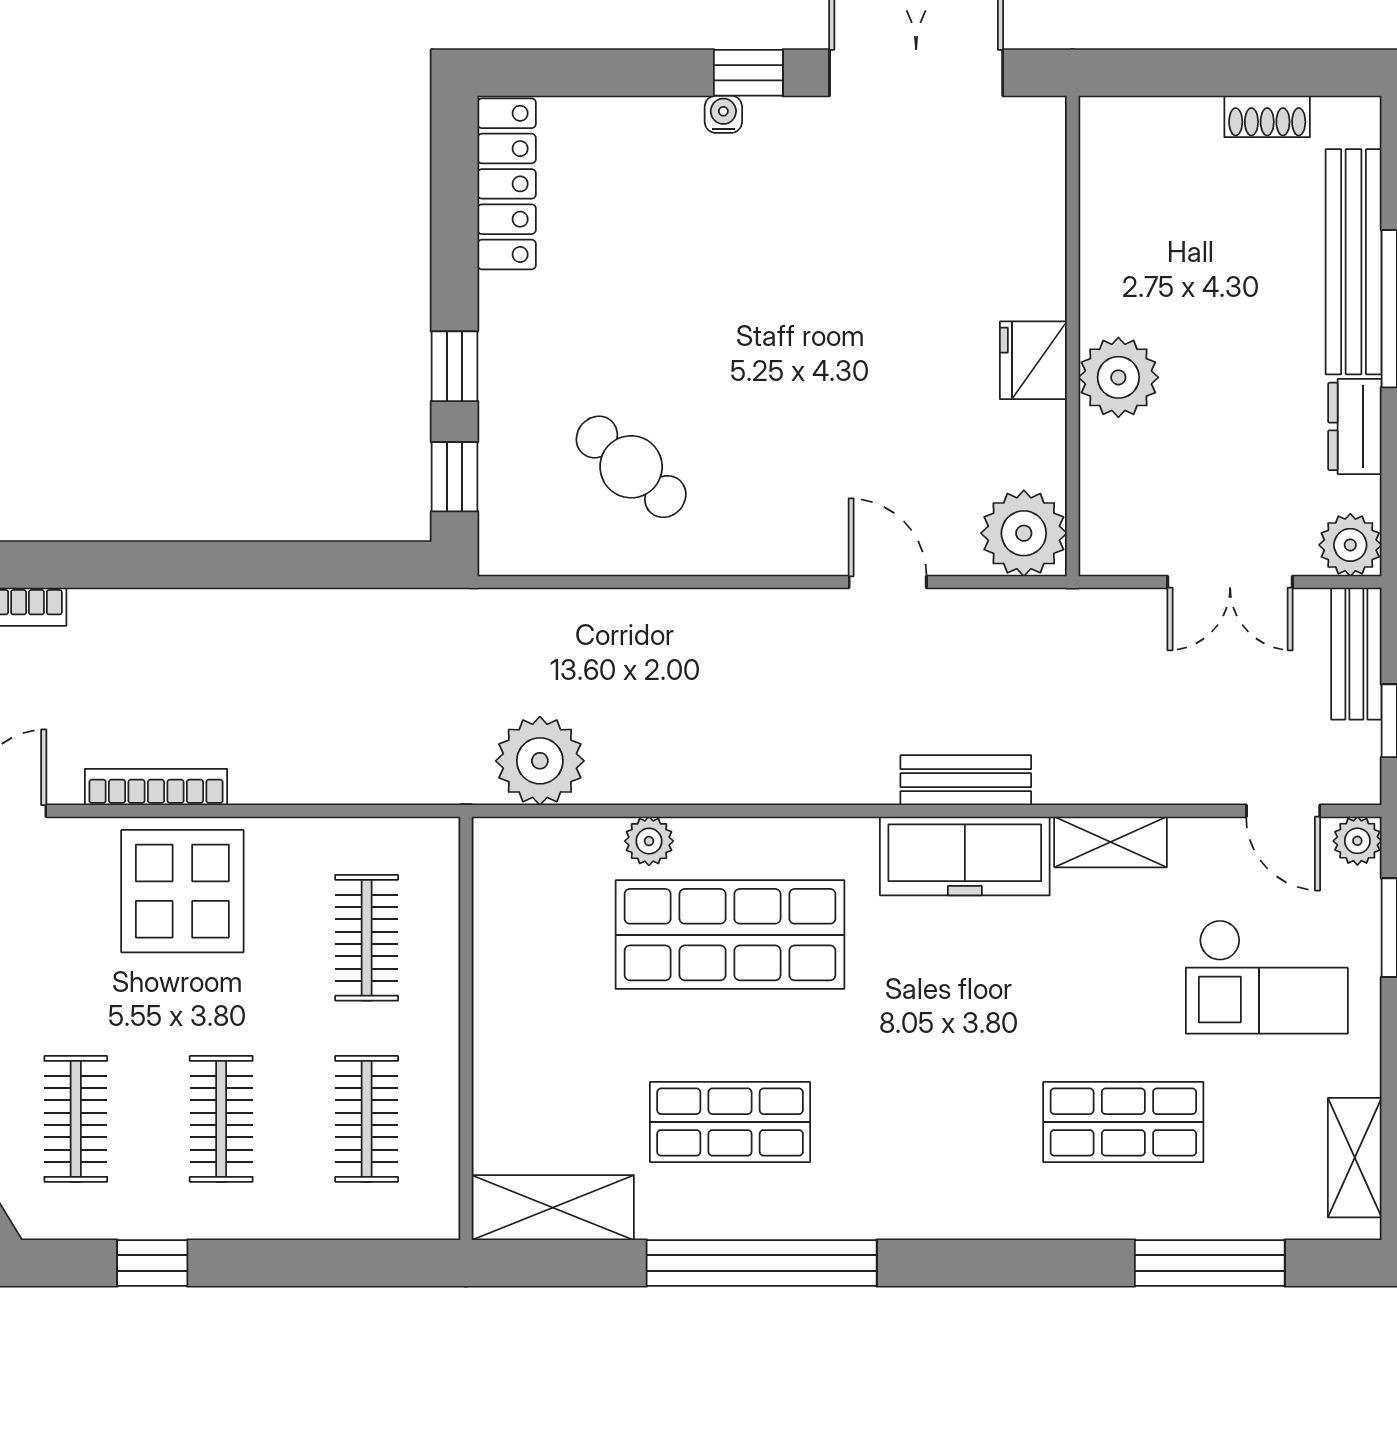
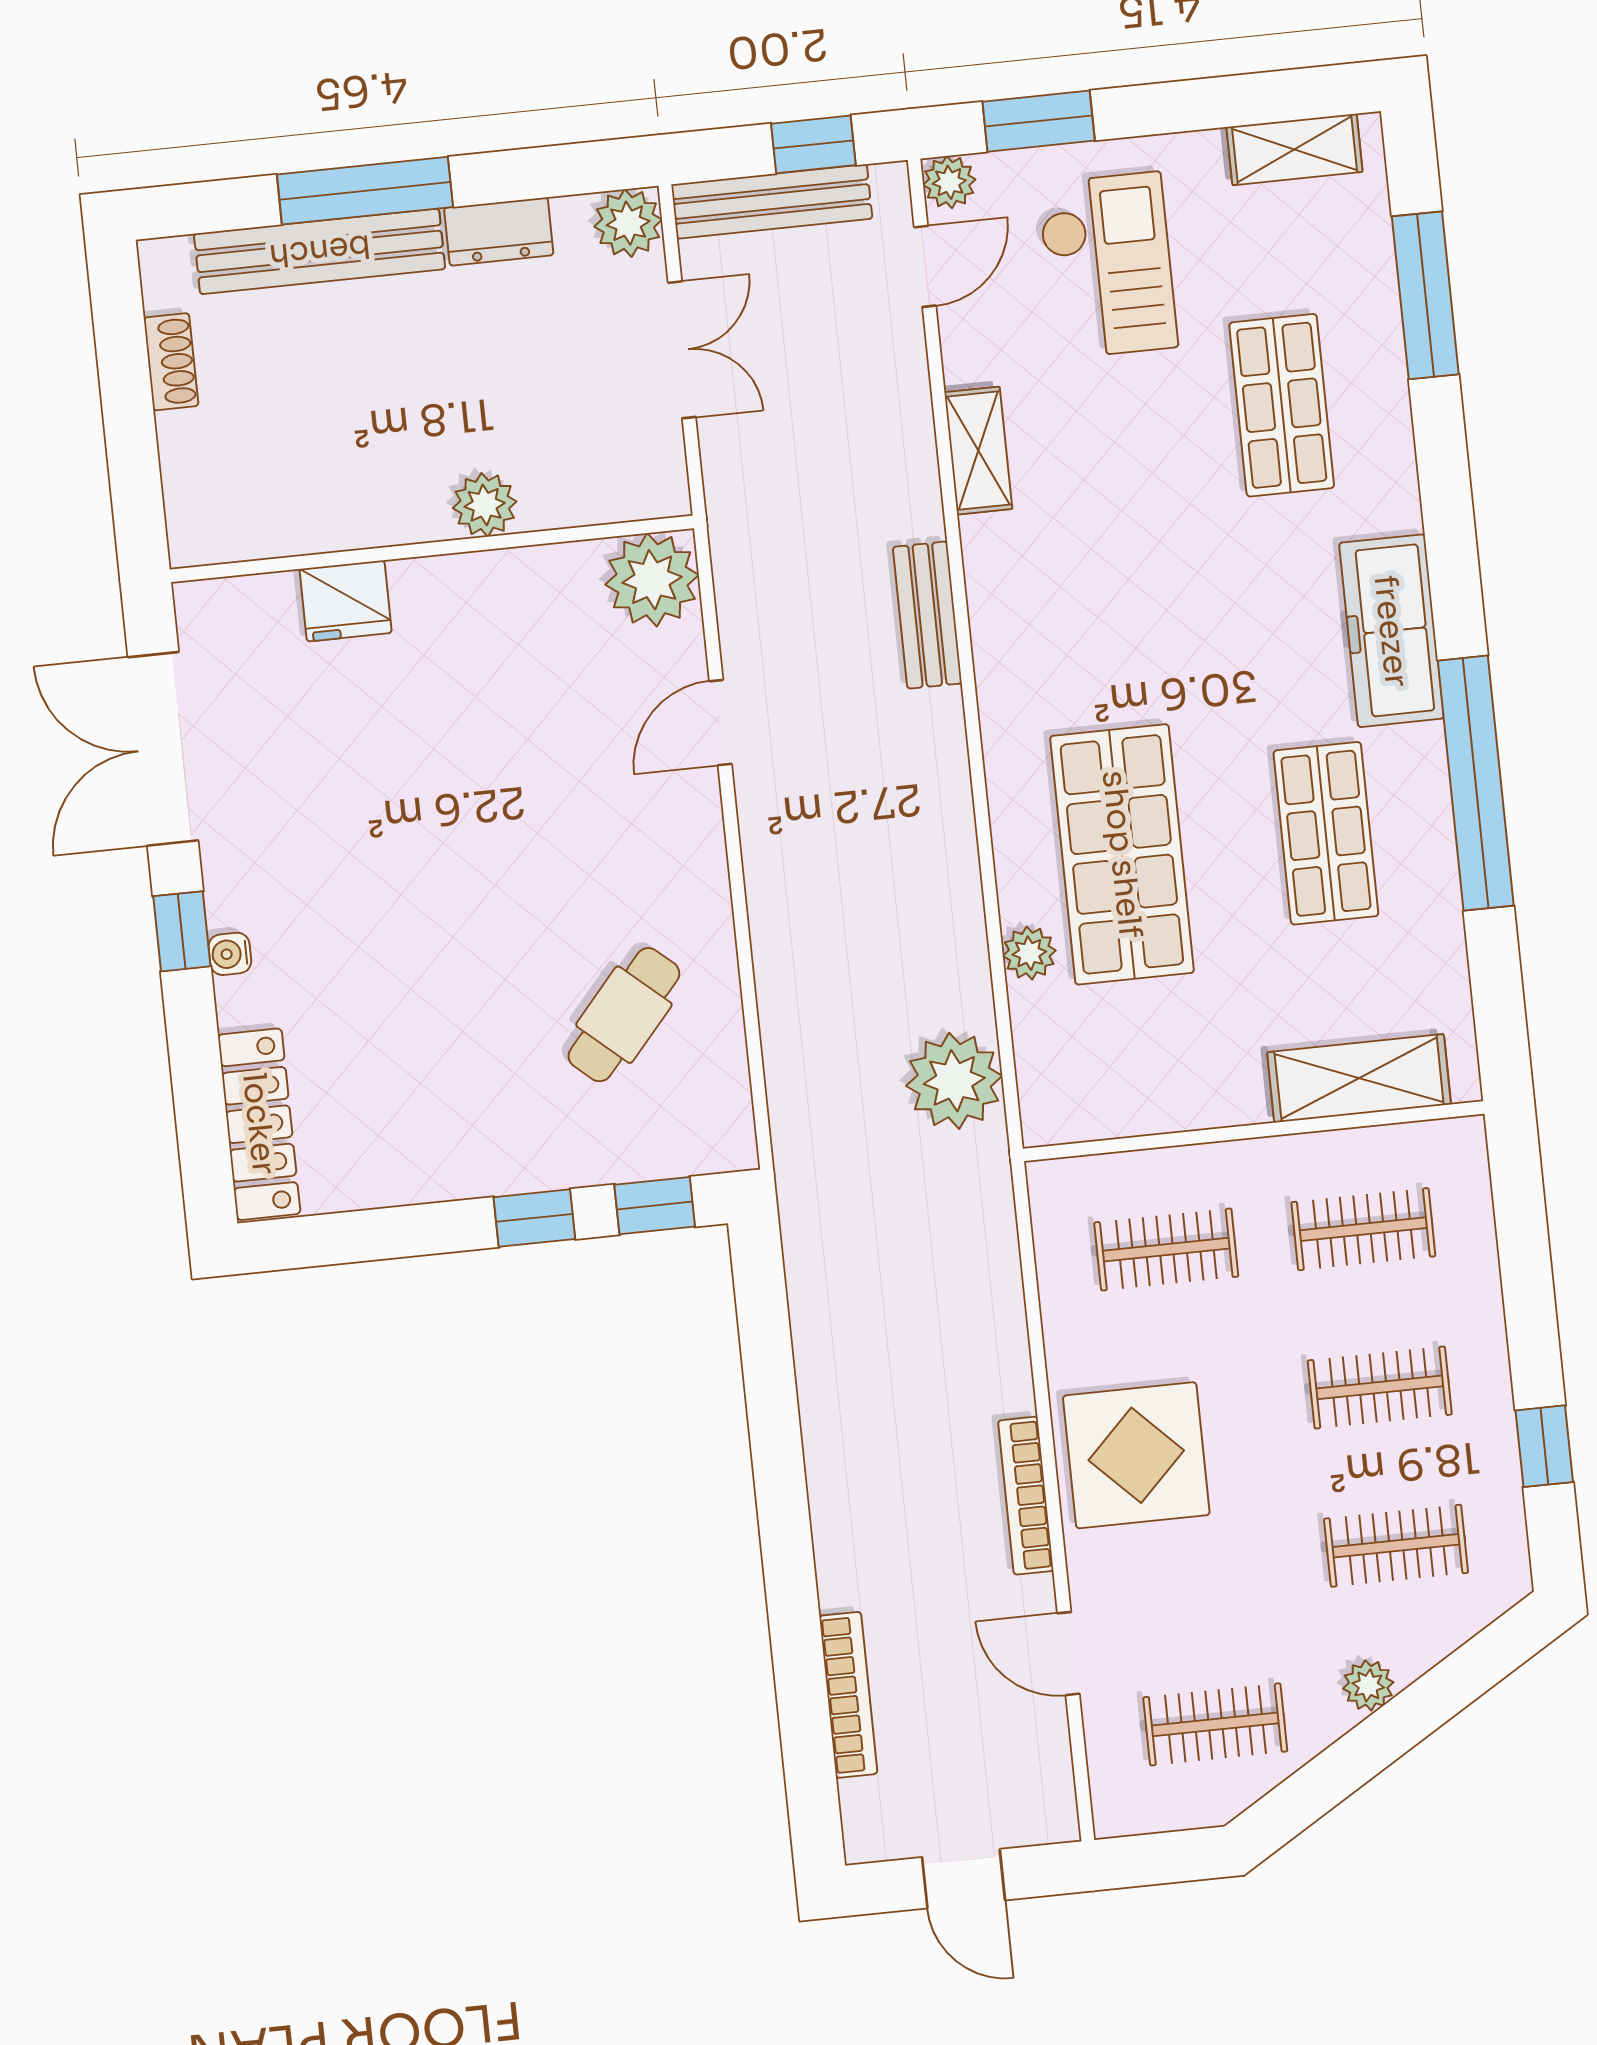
locker: (507, 184) -> (259, 1124), moved, turned 90
fridge: (1033, 360) -> (346, 601), moved
plant: (1118, 377) -> (485, 505), width x0.73, depth x0.73
bench: (1356, 654) -> (772, 202), width x1.36
freezer: (965, 856) -> (1391, 631), moved, turned 180
shelving: (553, 1208) -> (1359, 1078), moved, turned 90

